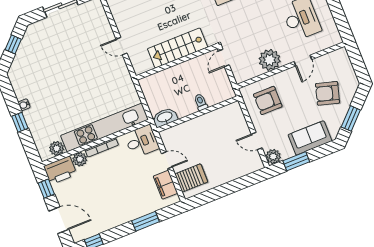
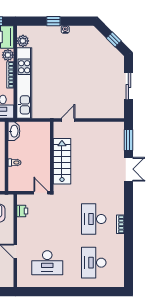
door: (122, 46) -> (68, 120), moved
plant: (270, 60) -> (26, 227), removed
printer: (253, 71) -> (22, 211), added

